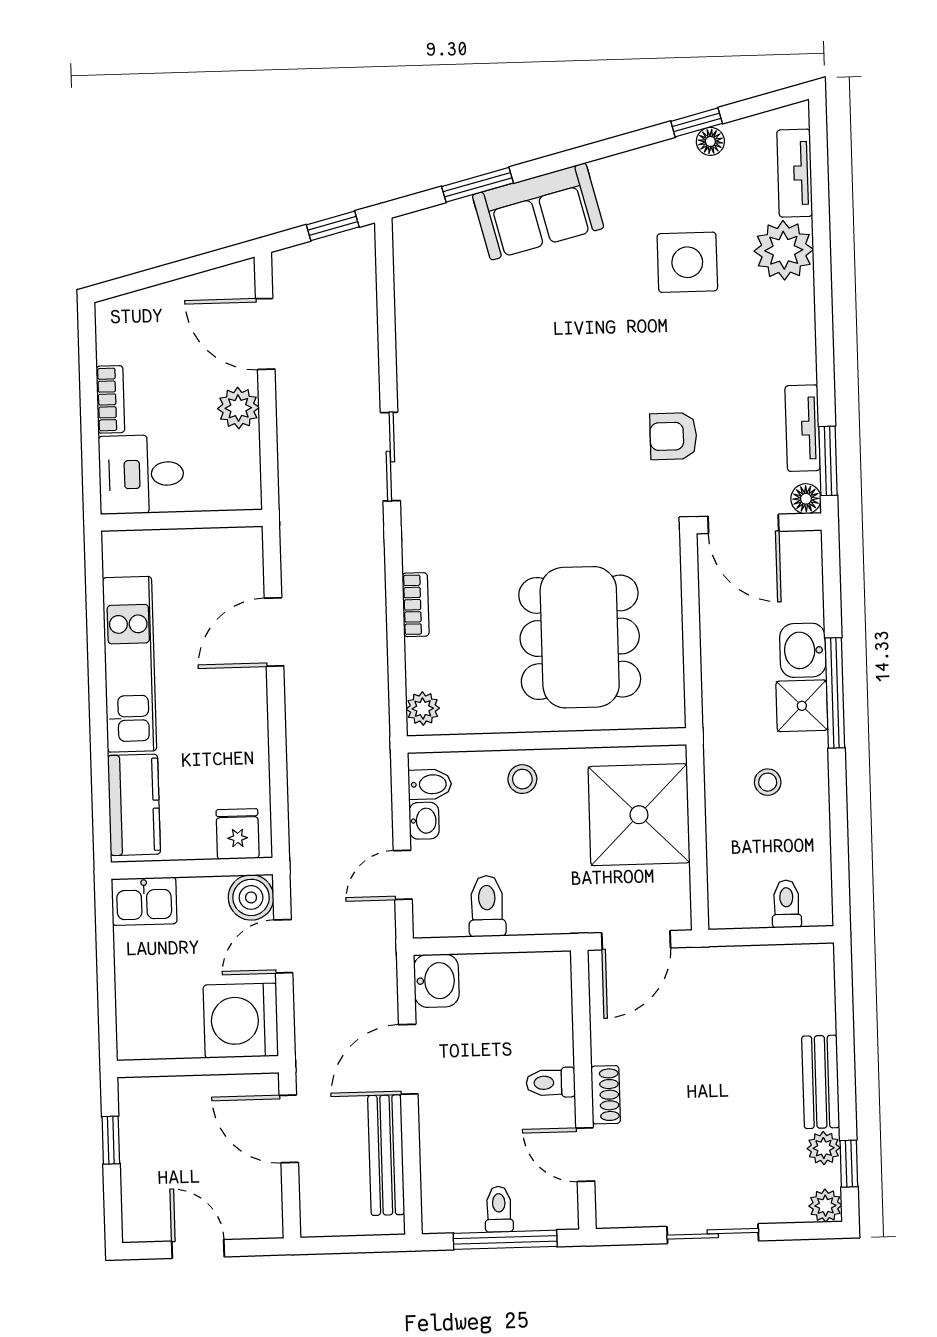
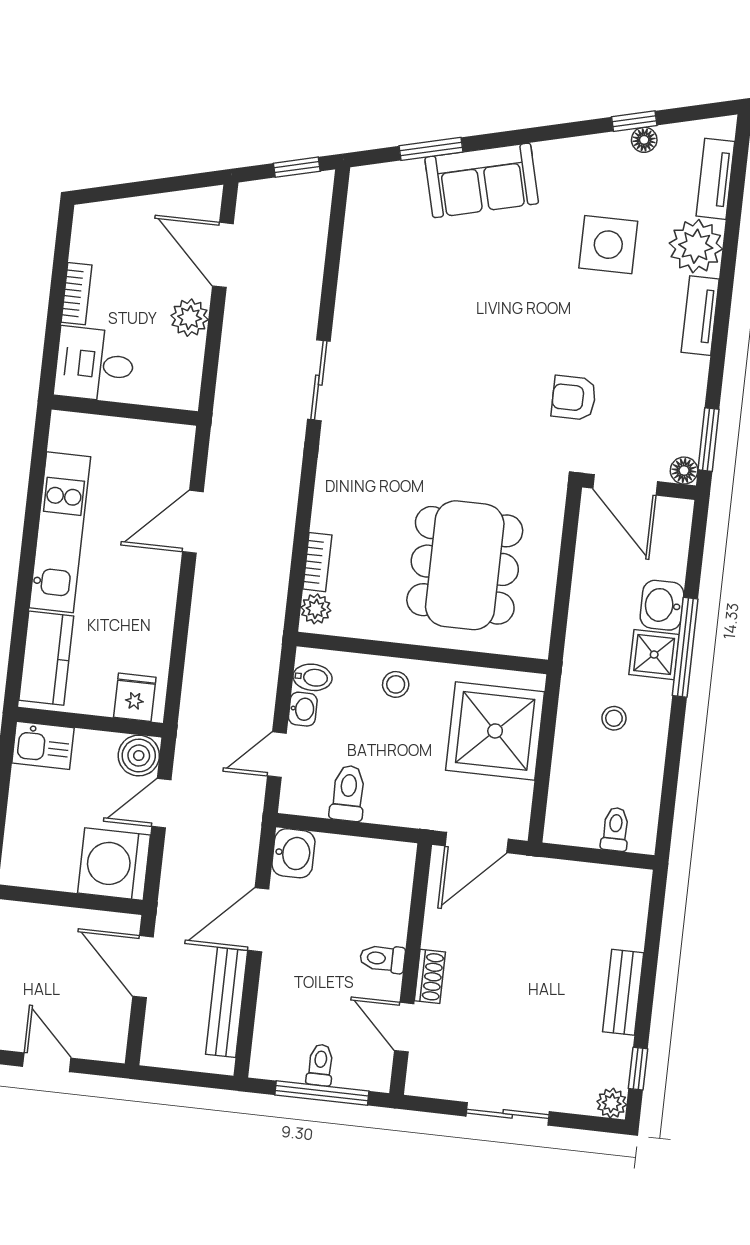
tv unit: (803, 428) -> (700, 316), moved
bookcase: (416, 605) -> (317, 562), moved
plant: (824, 1148) -> (617, 1052), removed

